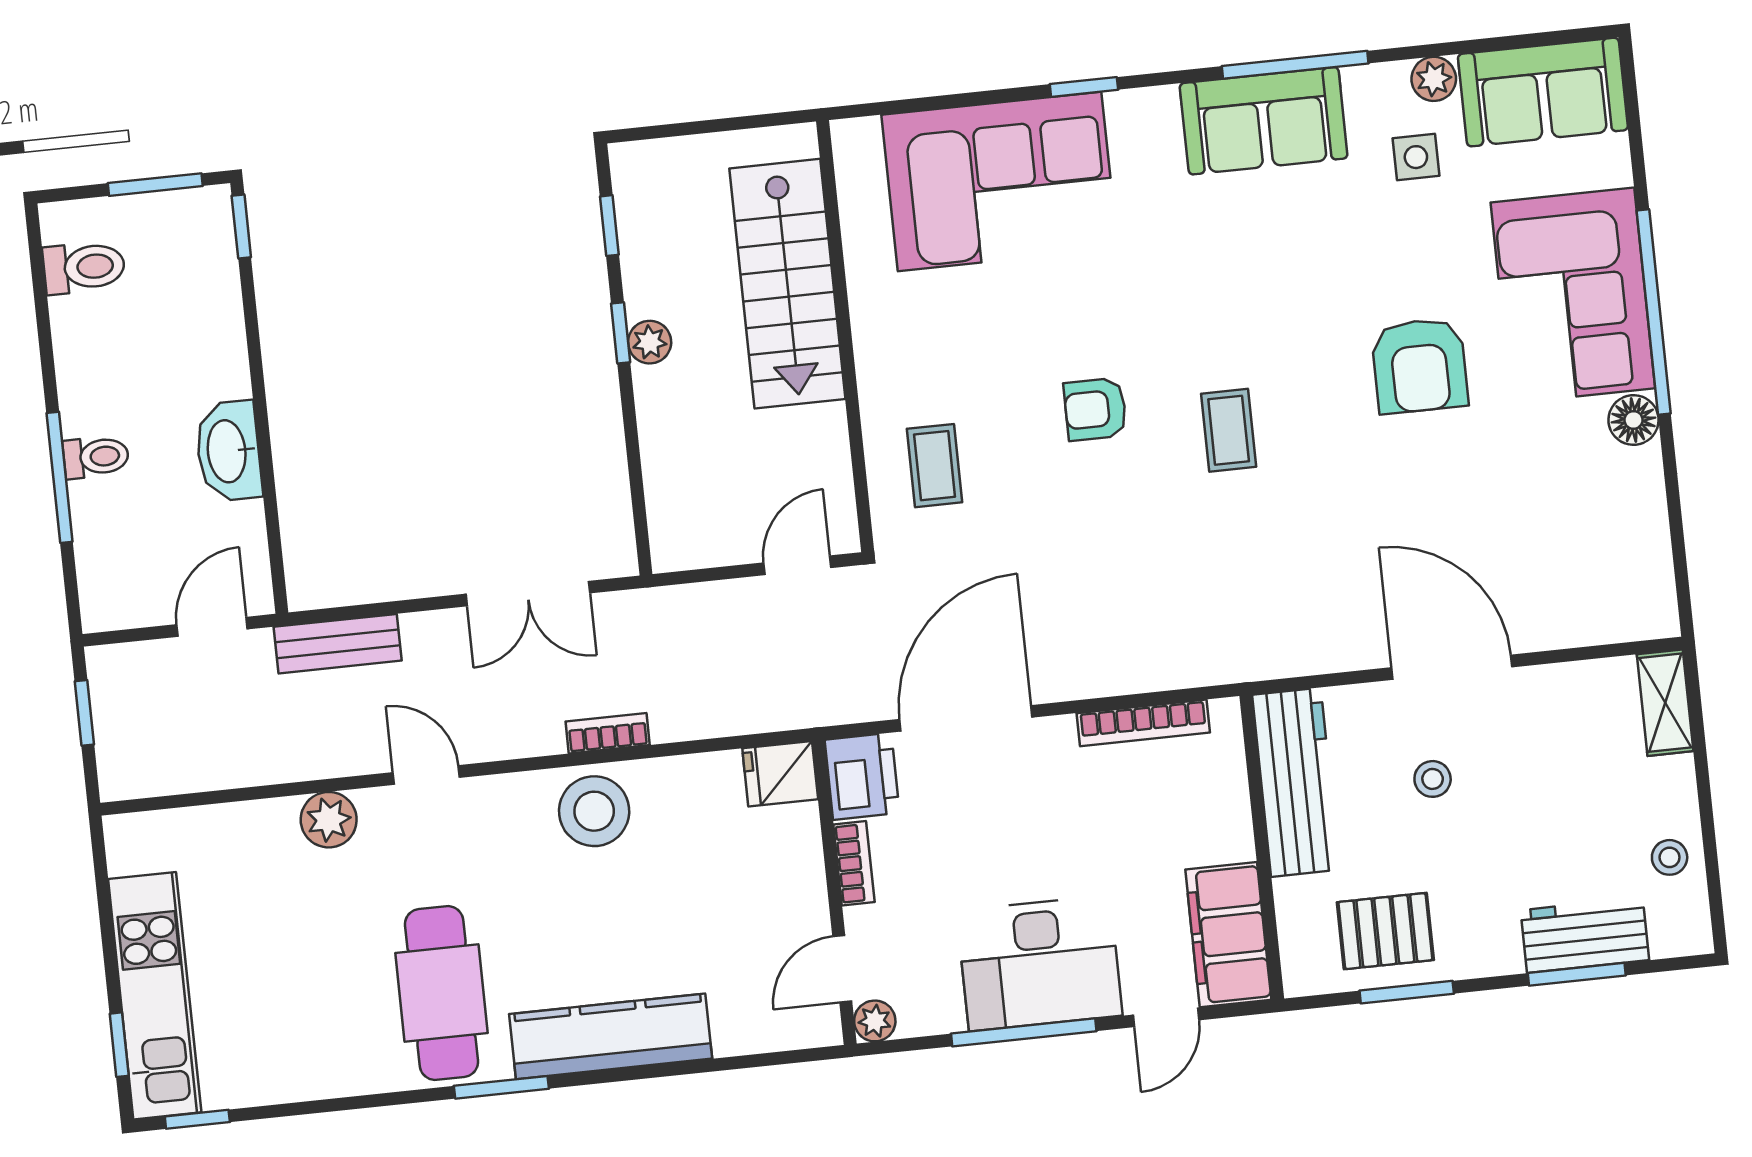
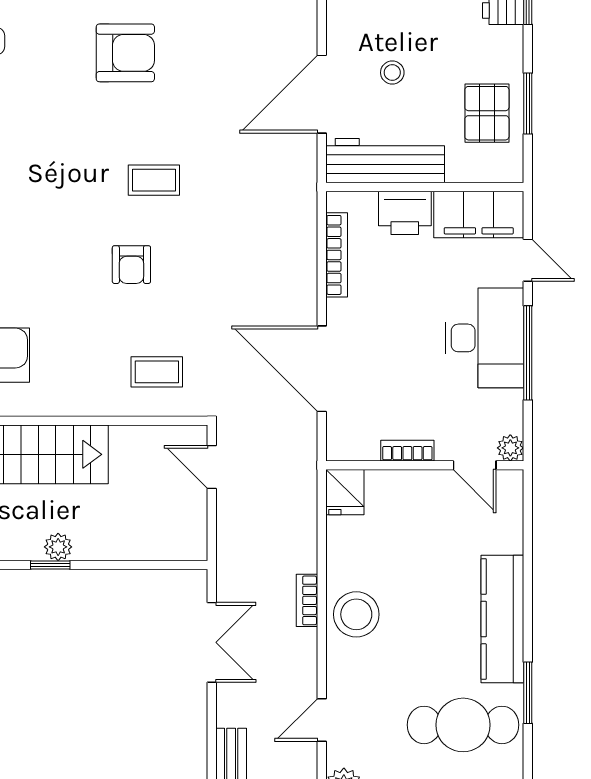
door: (1452, 667) -> (322, 94), moved
printer: (862, 776) -> (405, 213), moved, turned 180

